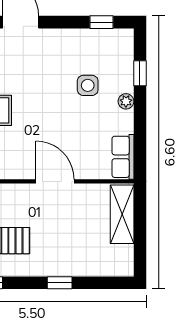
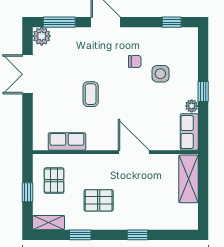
chair: (56, 70) -> (135, 61), added
window: (140, 73) -> (203, 92), moved
plant: (126, 101) -> (192, 106), moved

